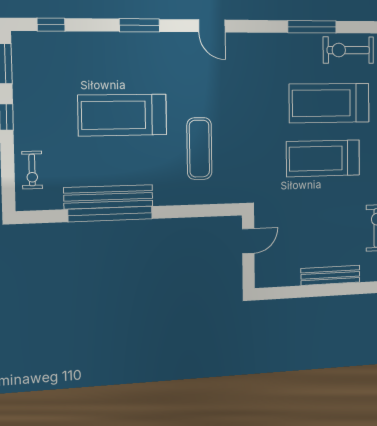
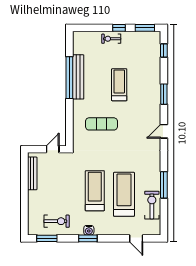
treadmill: (122, 115) -> (119, 85), width x0.73, depth x0.73
exercise bike: (32, 170) -> (111, 39), moved
door: (248, 241) -> (53, 149), swing flipped
bench: (330, 275) -> (32, 173), moved

